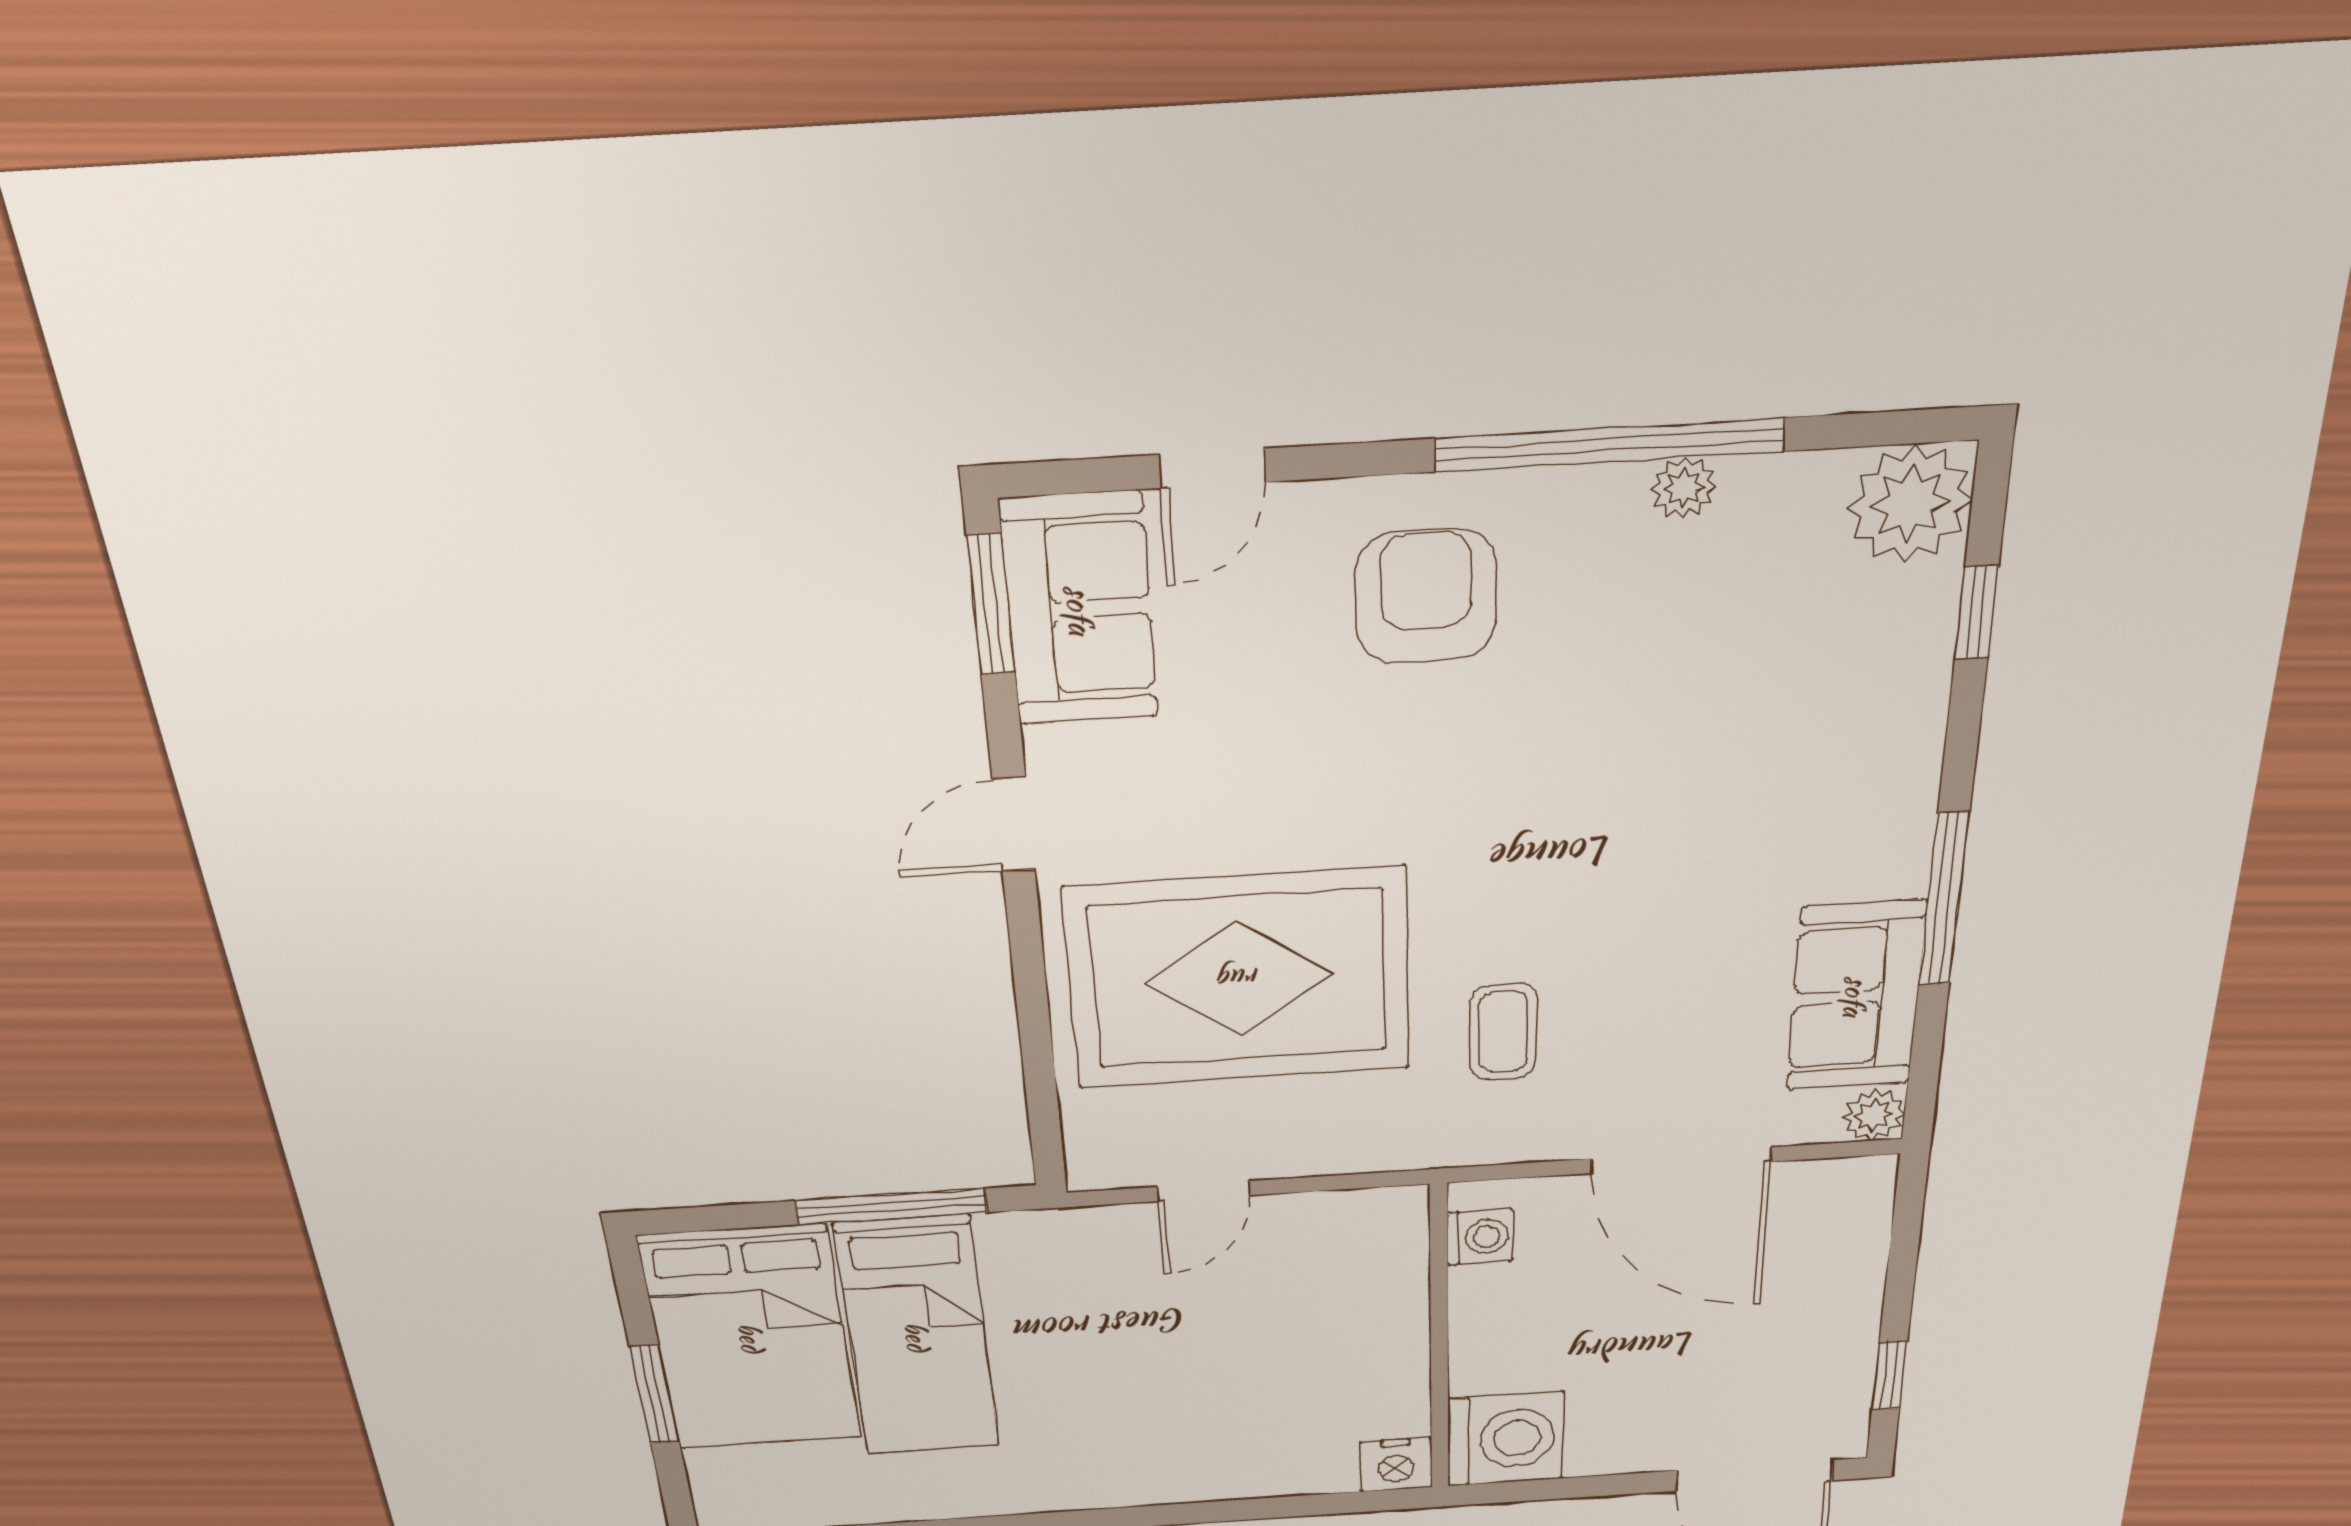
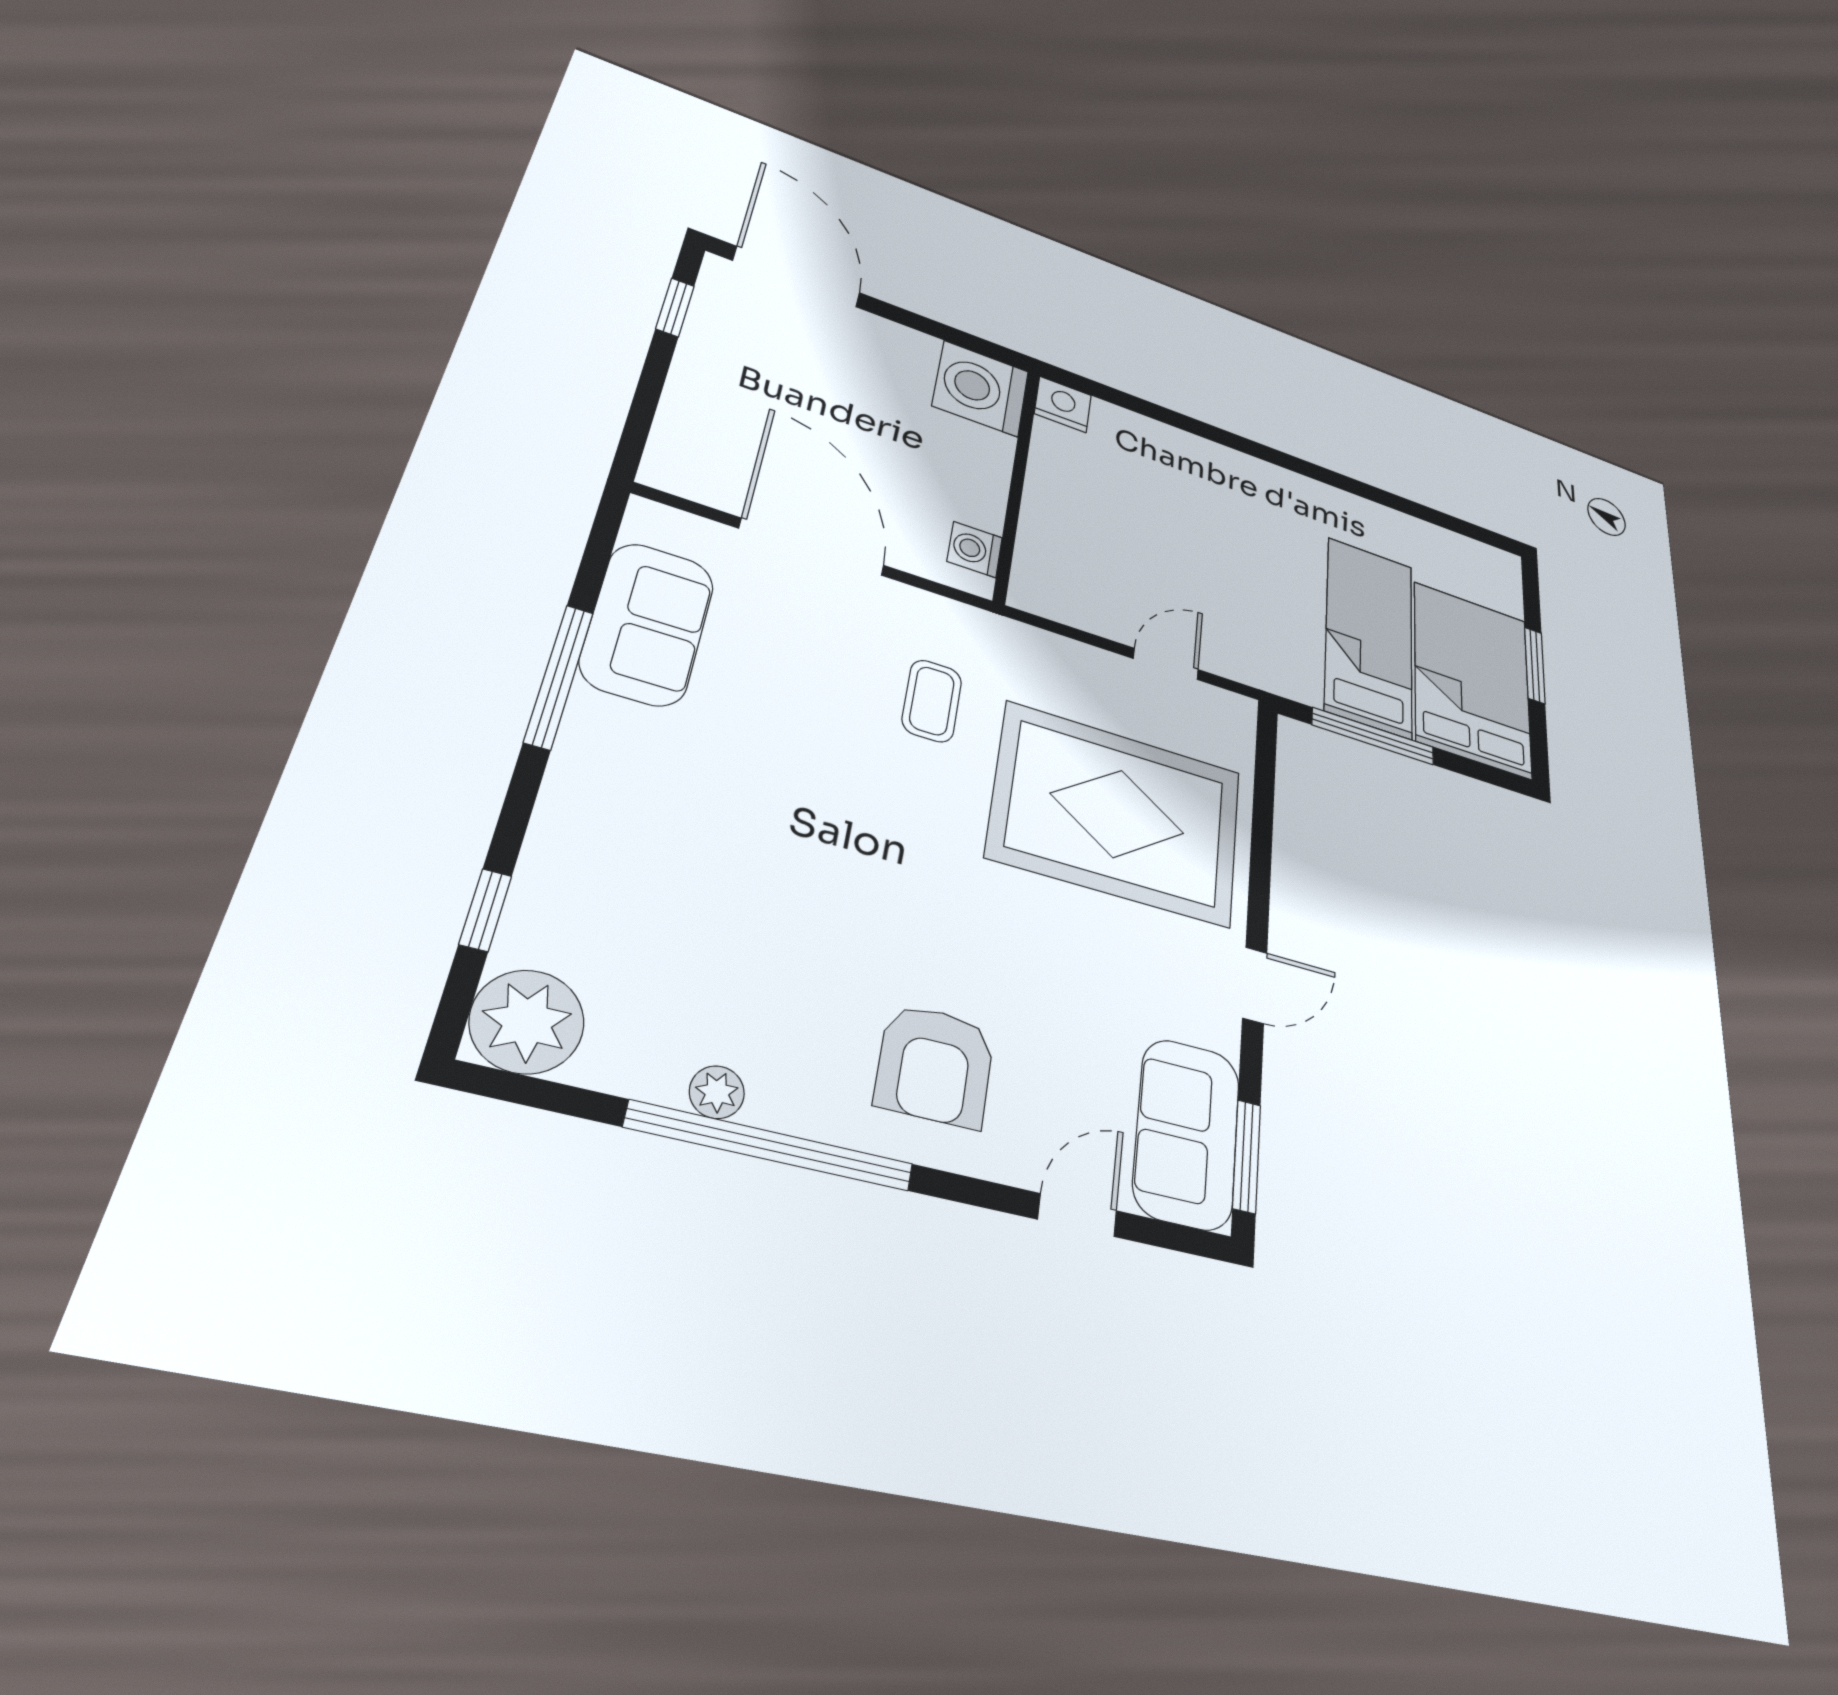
plant: (1874, 1115) -> (650, 521), removed

